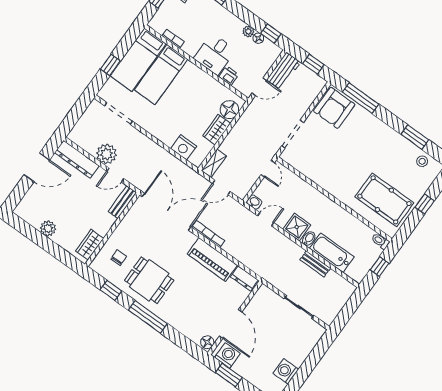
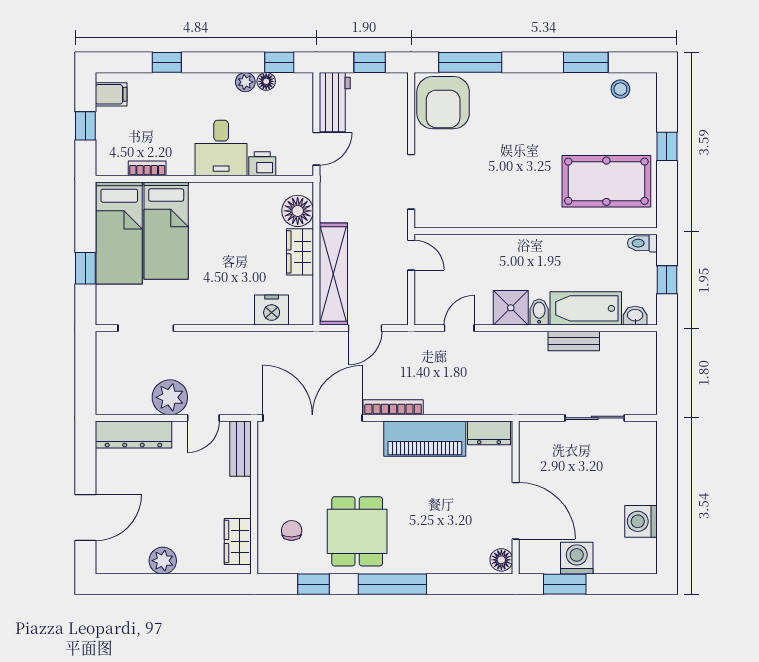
shelving: (214, 163) -> (333, 274), width x2.20, depth x1.33
door: (37, 167) -> (85, 517), moved
washbasin: (254, 202) -> (635, 316), moved
dining table: (149, 280) -> (357, 531), turned 90
washing machine: (227, 355) -> (577, 558), moved

